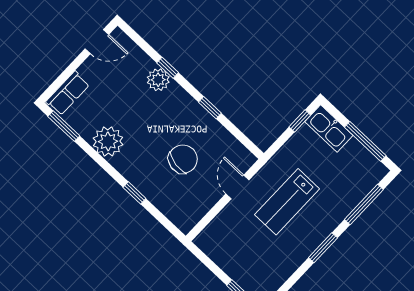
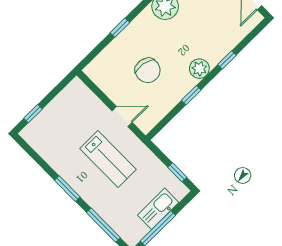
plant: (158, 80) -> (199, 69), moved
kitchen sink: (329, 128) -> (158, 209), moved
lab bench: (287, 202) -> (108, 159), turned 180

